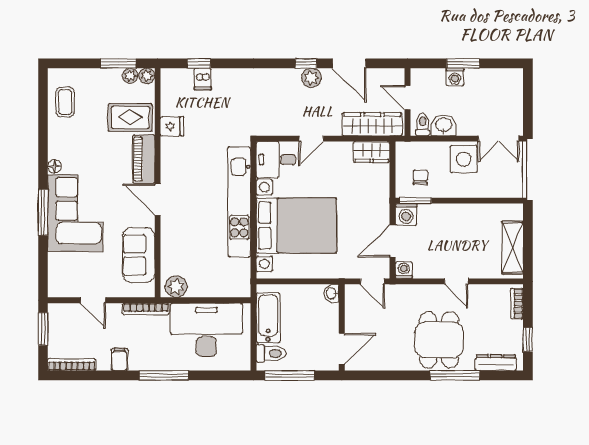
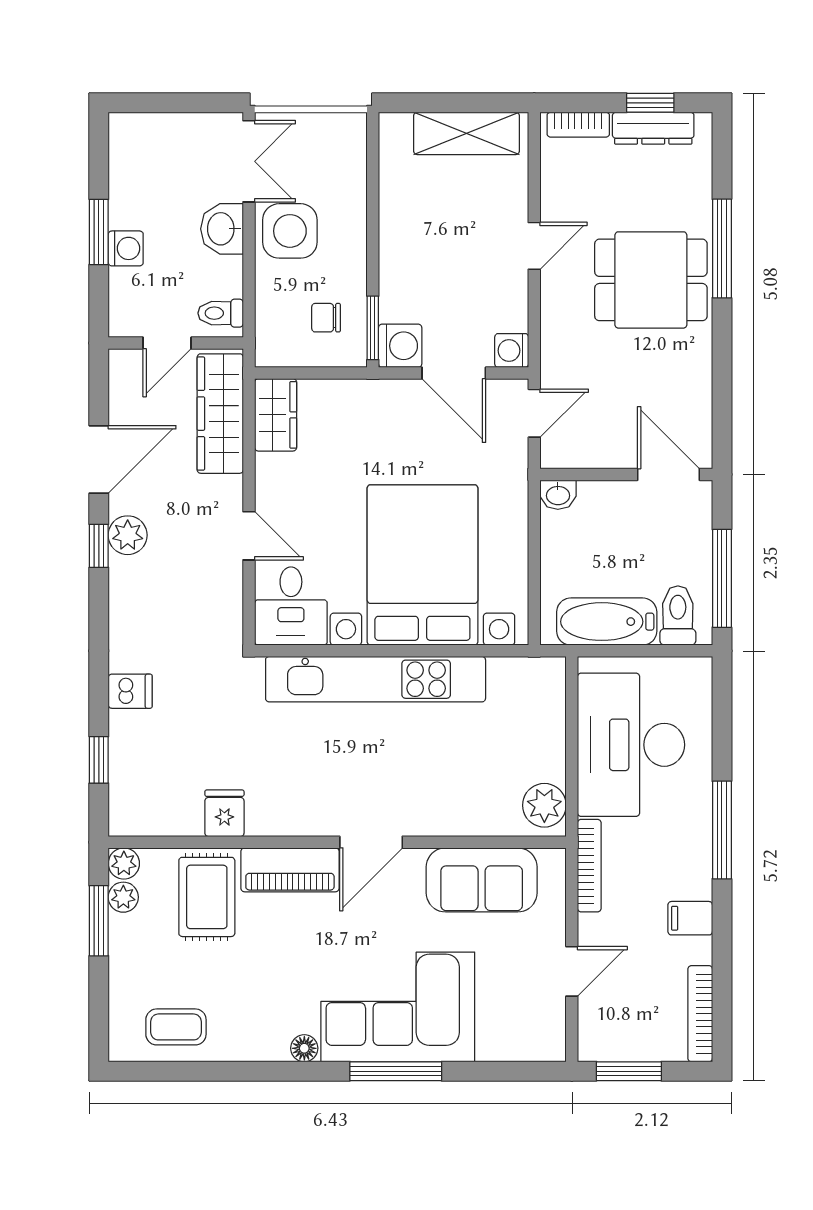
dishwasher: (203, 79) -> (130, 691), moved
washbasin: (444, 125) -> (222, 229), moved
dresser: (496, 363) -> (653, 128), moved, turned -90

